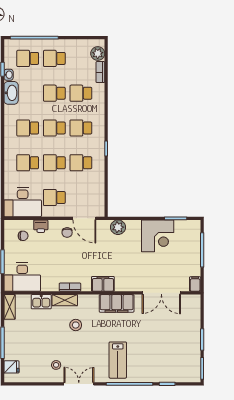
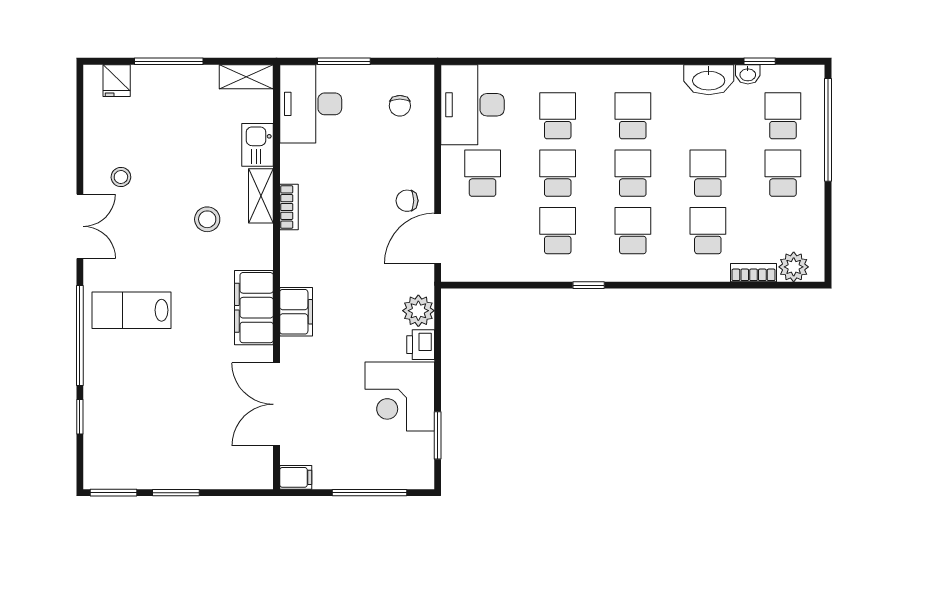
printer: (41, 226) -> (421, 345), moved
filing cabinet: (103, 284) -> (296, 312), moved

